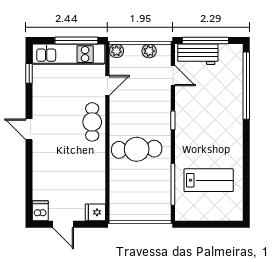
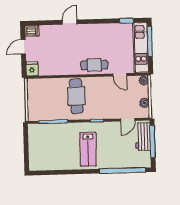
window: (76, 41) -> (150, 41), moved
door: (29, 129) -> (70, 22), moved
lab bench: (209, 180) -> (88, 149), moved

